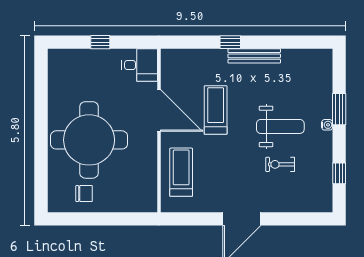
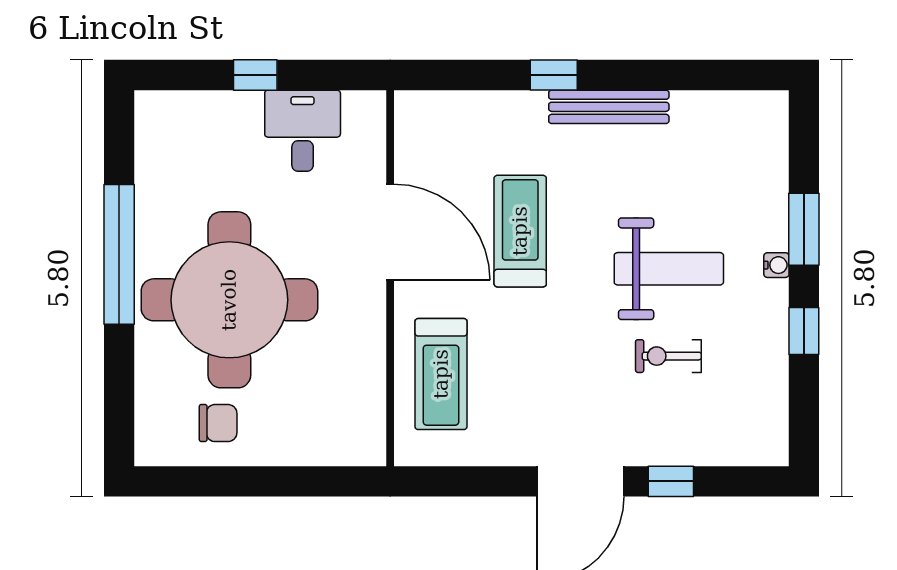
desk: (140, 65) -> (303, 131), moved, turned -90
window: (41, 120) -> (119, 254), added
treadmill: (181, 172) -> (441, 374), turned 180
window: (339, 173) -> (804, 331), moved
window: (281, 219) -> (671, 481), added

